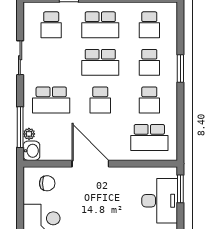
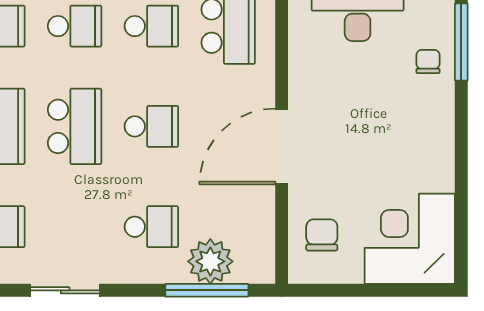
school desk: (51, 100) -> (151, 227), width x0.54
plant: (29, 134) -> (210, 261), width x1.88, depth x1.88
washbasin: (31, 151) -> (255, 267), removed

